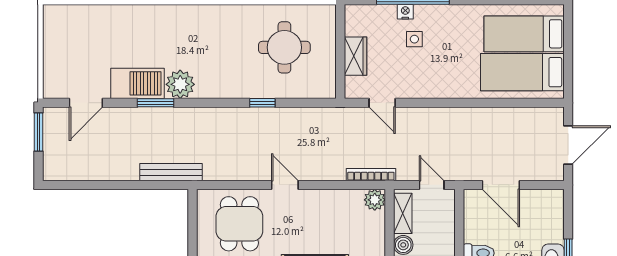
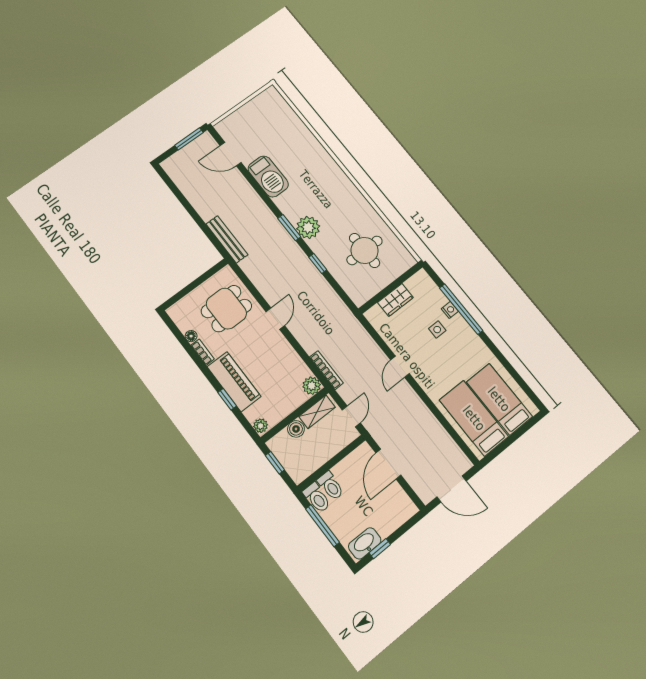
plant: (180, 84) -> (308, 227), moved
window: (156, 103) -> (289, 228), moved
door: (382, 103) -> (400, 367), moved

